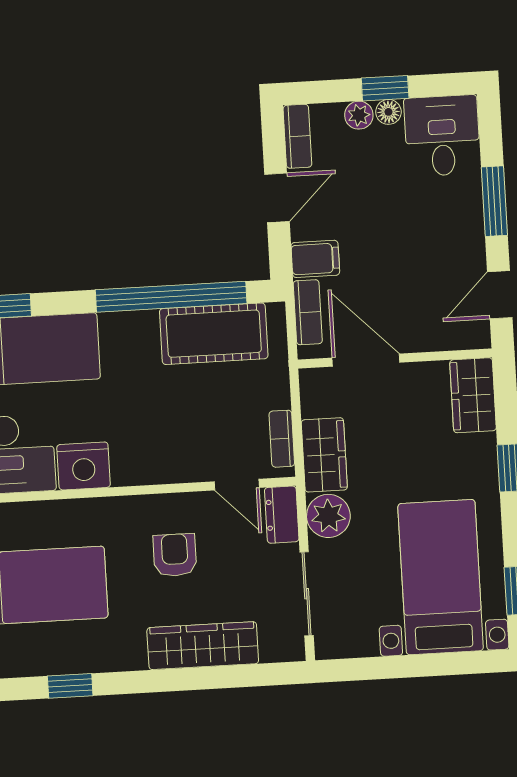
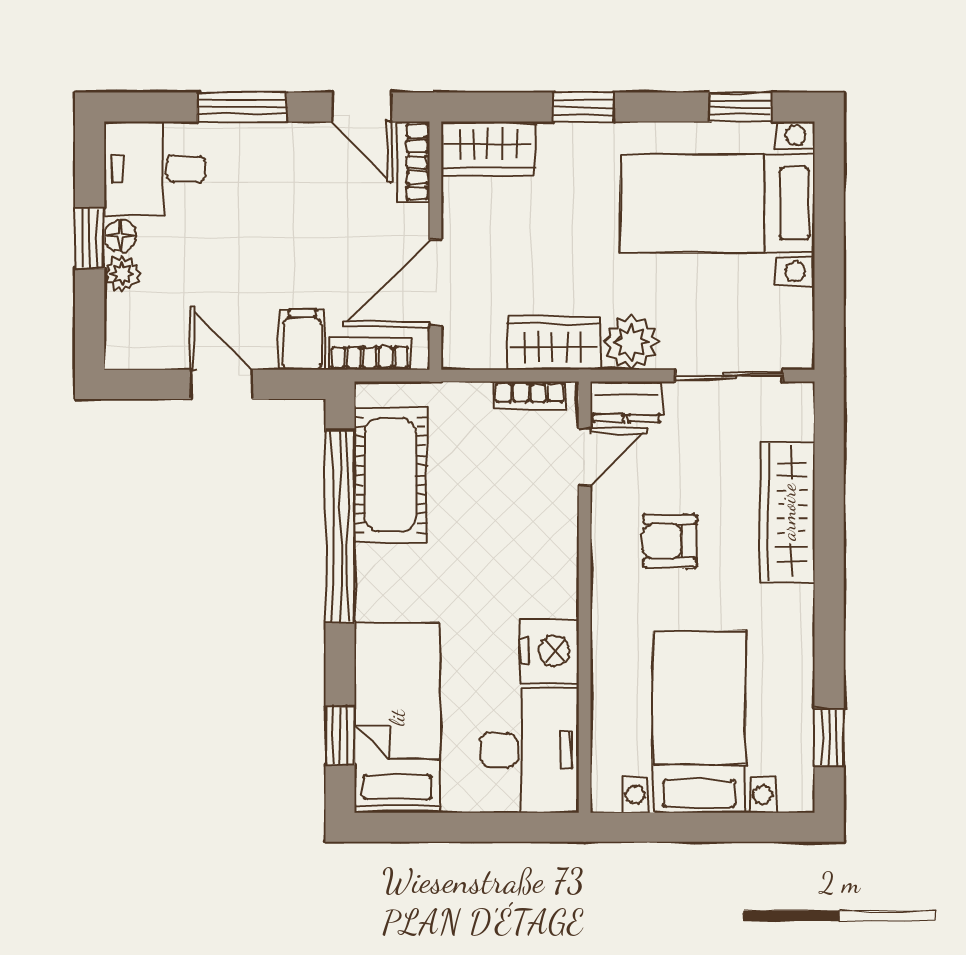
bookcase: (297, 136) -> (413, 162), moved, turned -90
window: (70, 686) -> (829, 738), moved

